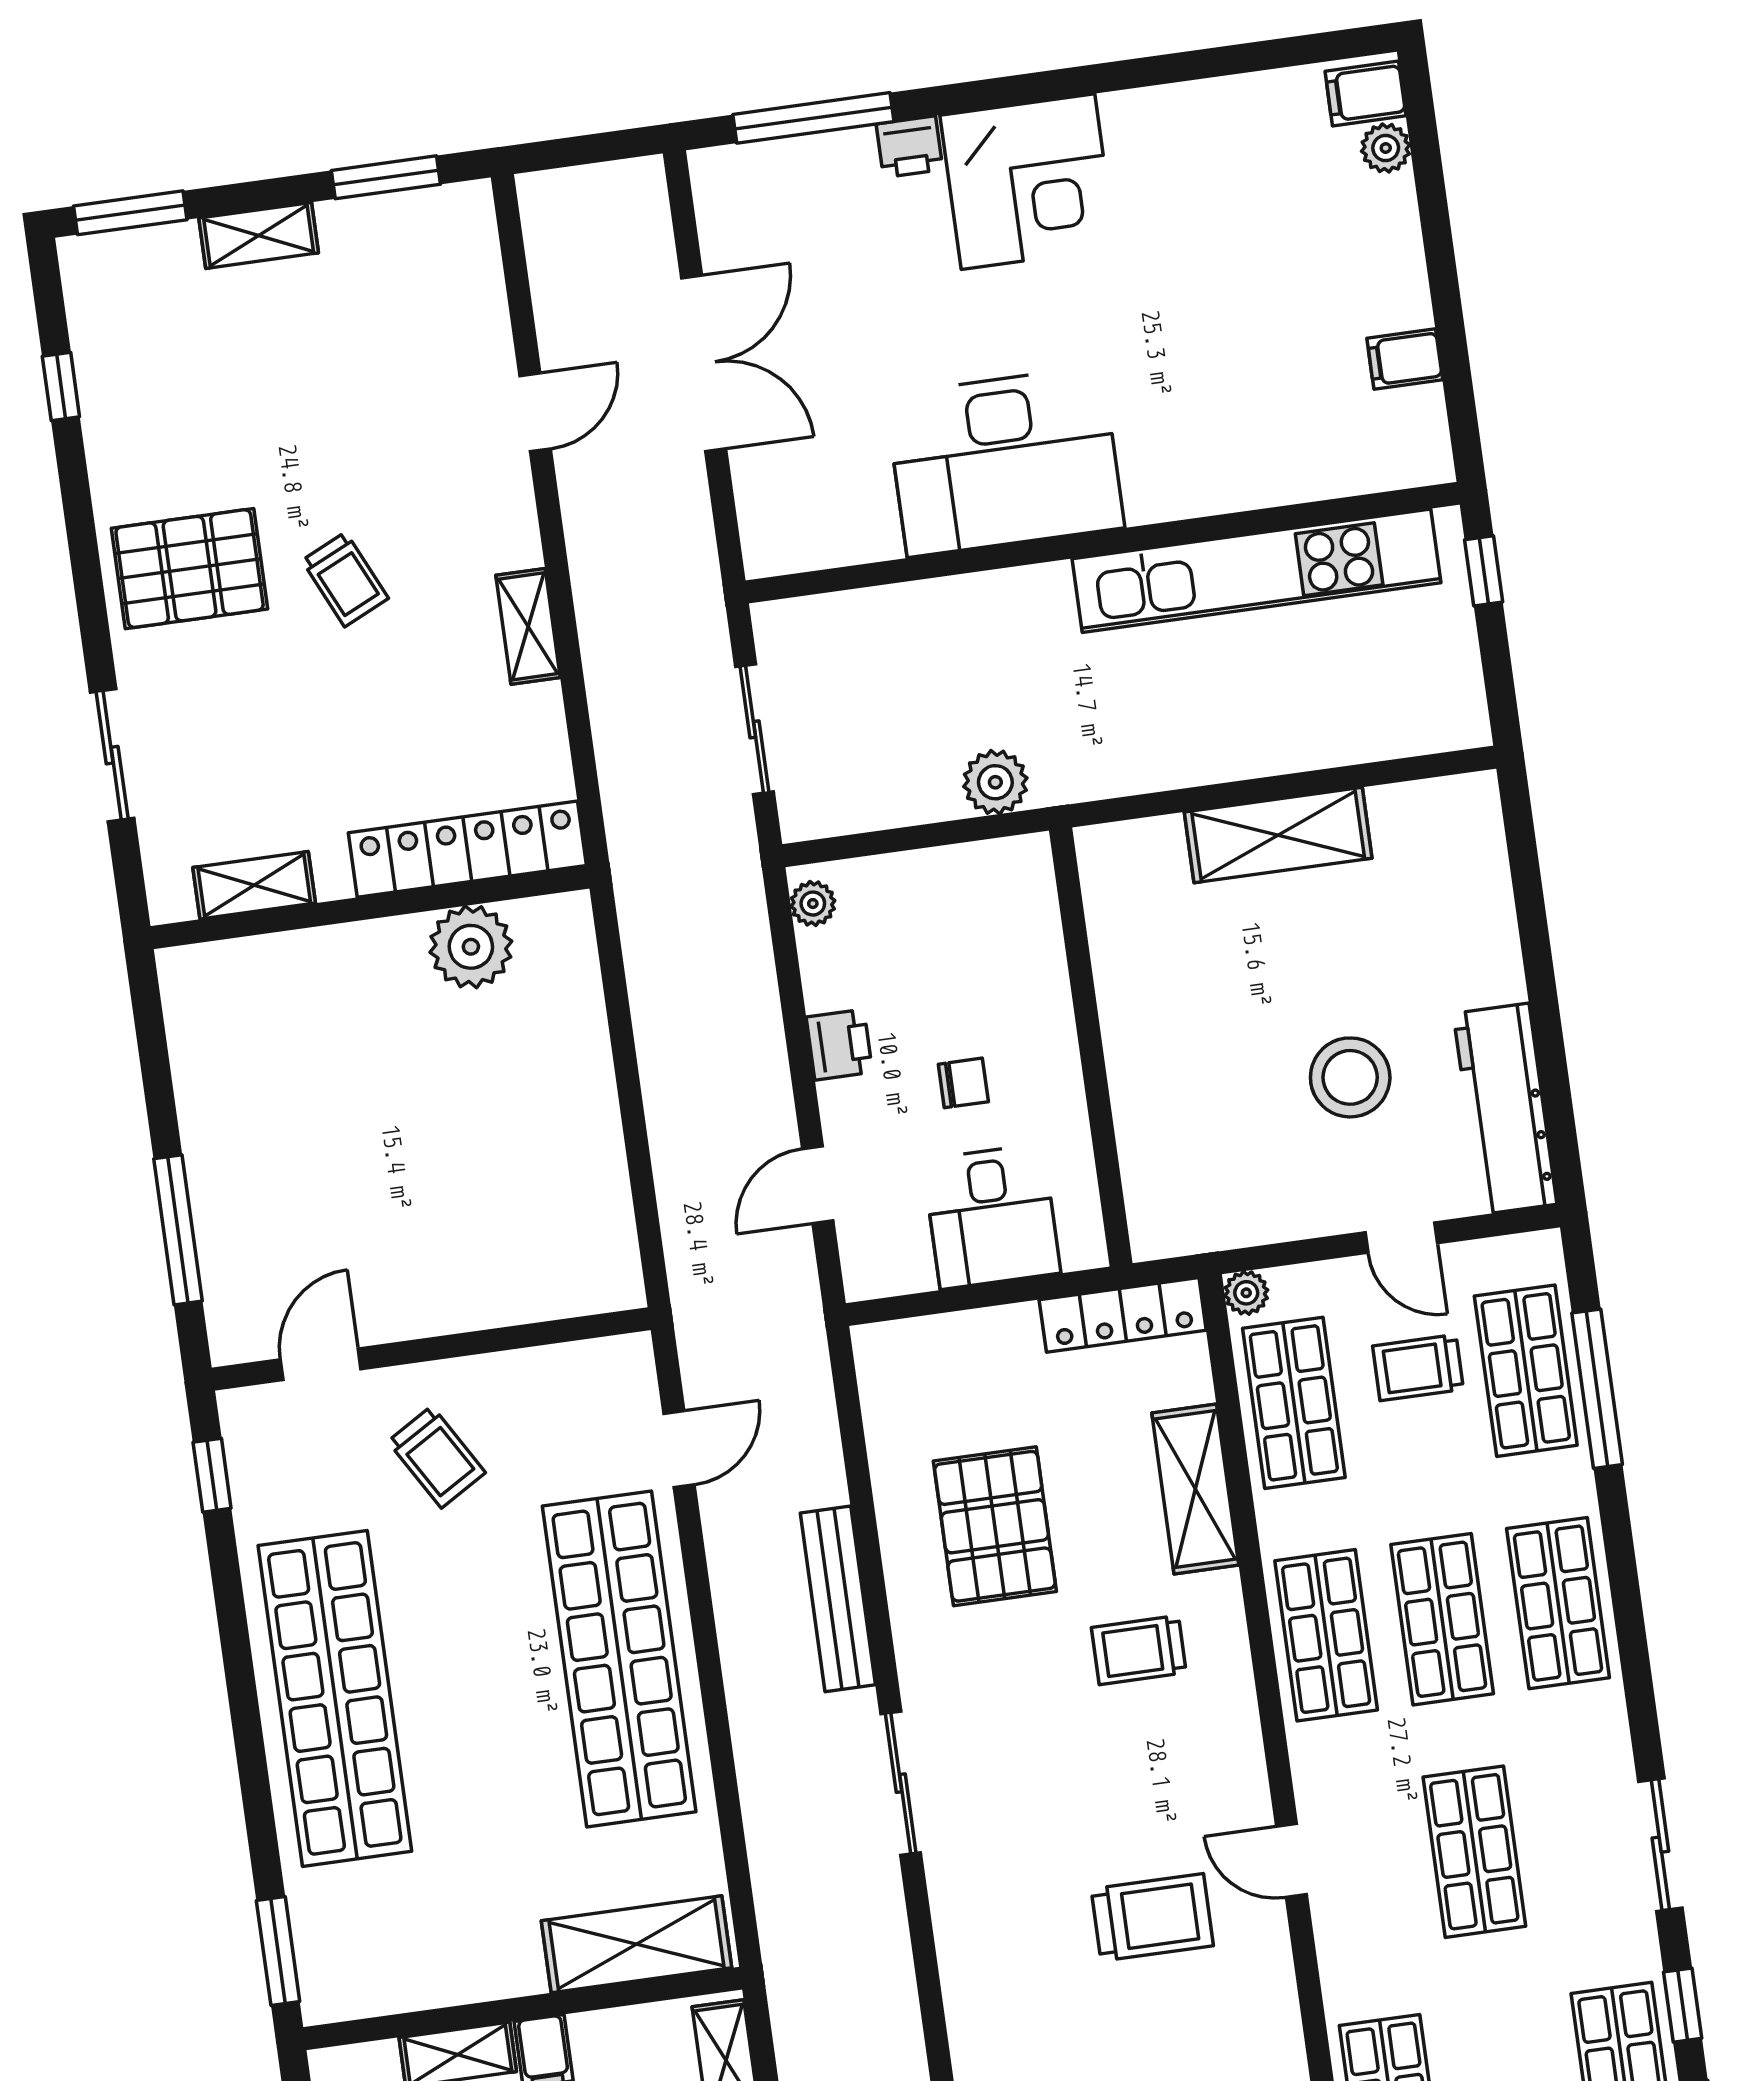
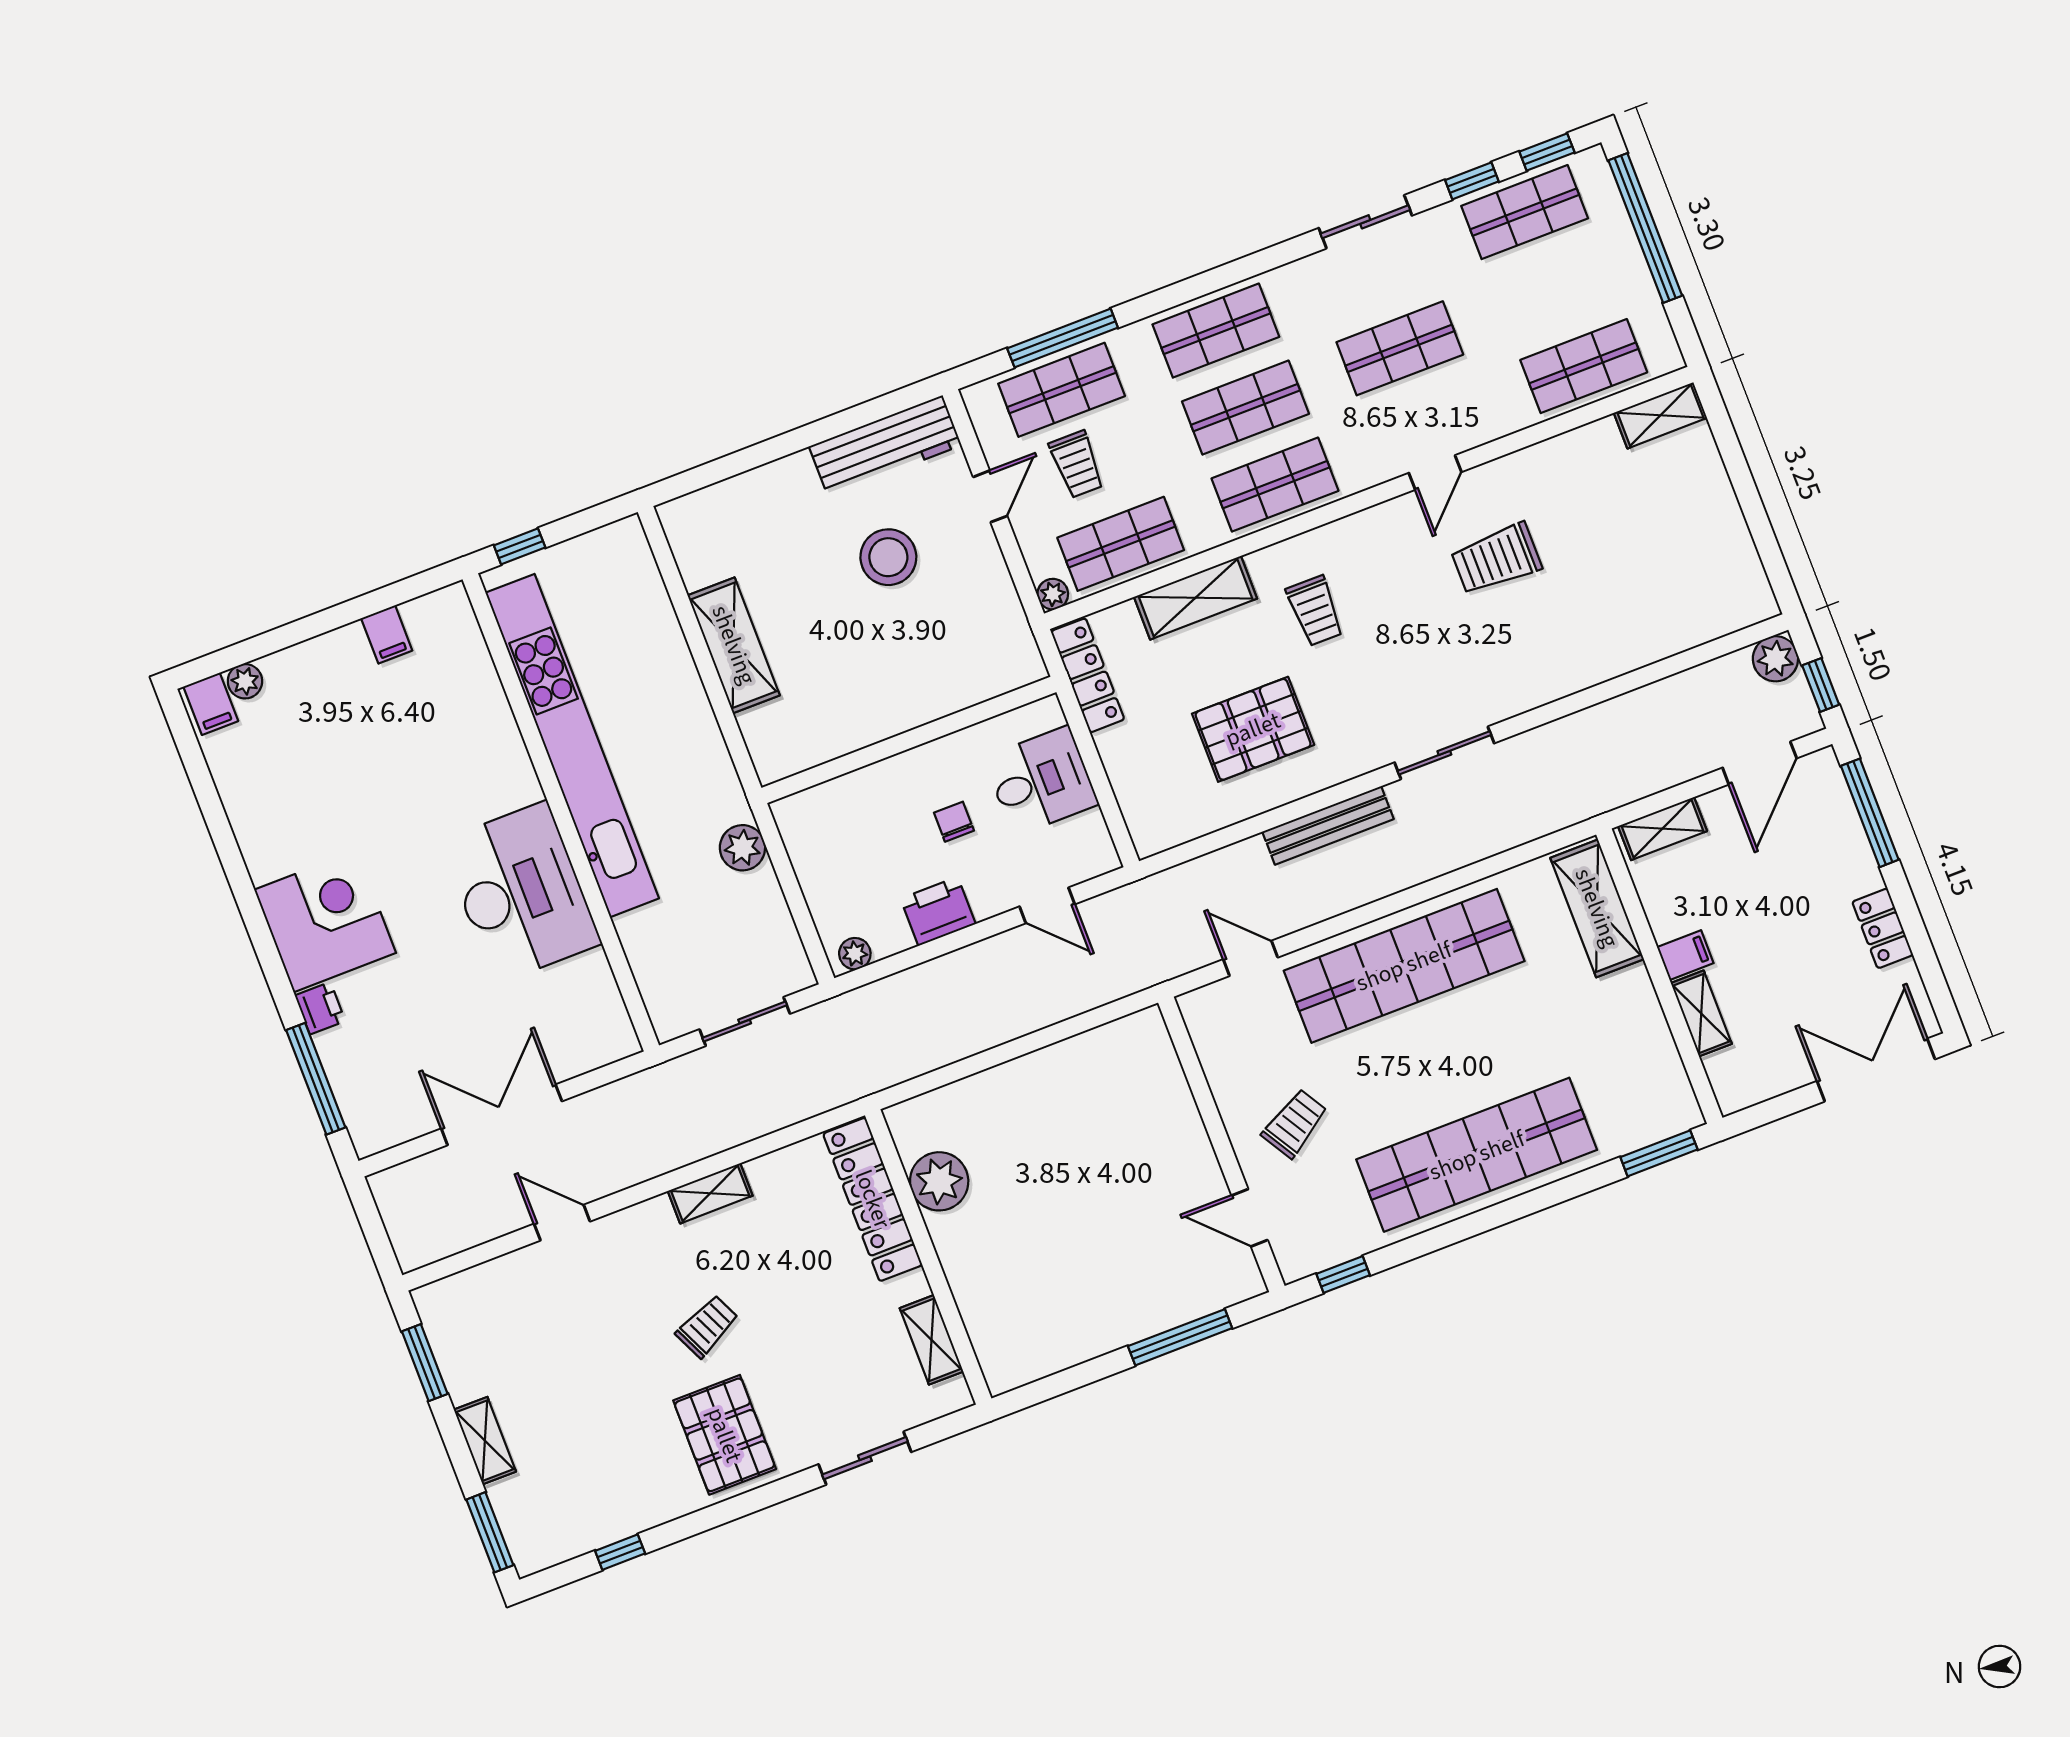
kitchen unit: (1257, 571) -> (572, 746), width x1.36
printer: (839, 1045) -> (938, 911), width x1.36, depth x1.24
trolley: (1152, 1917) -> (1496, 559), turned -90

